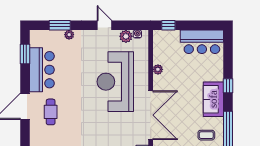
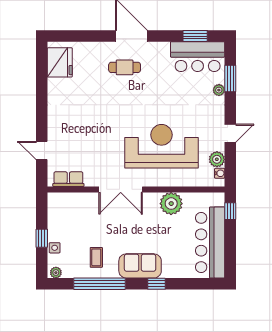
bar counter: (202, 42) -> (210, 243), width x1.36
plant: (158, 69) -> (171, 204), width x1.88, depth x1.88
bar counter: (42, 70) -> (198, 57), moved
double door: (151, 115) -> (121, 189), width x0.73

